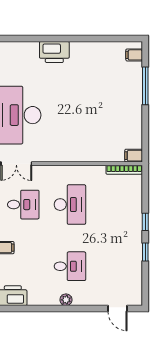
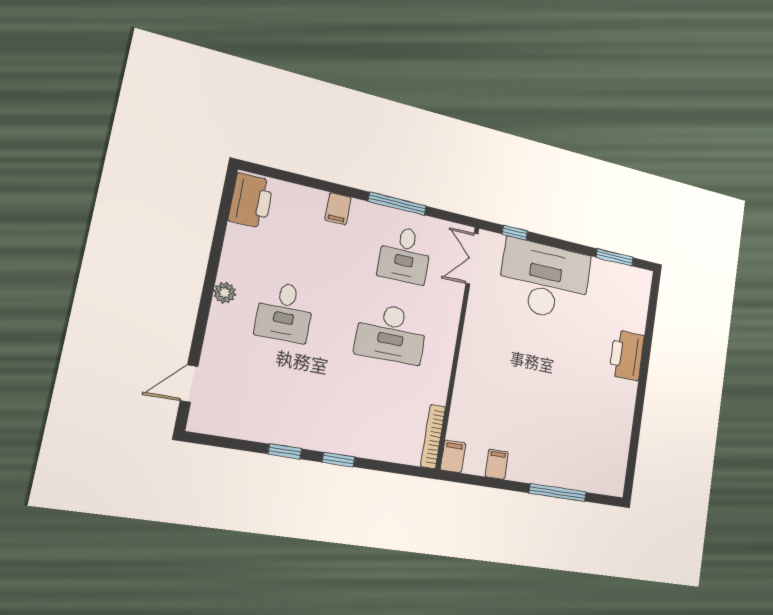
filing cabinet: (134, 55) -> (497, 464), moved

